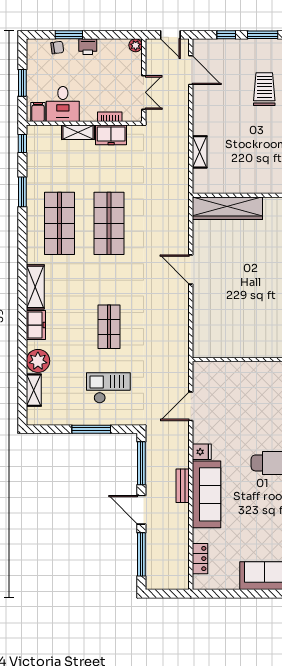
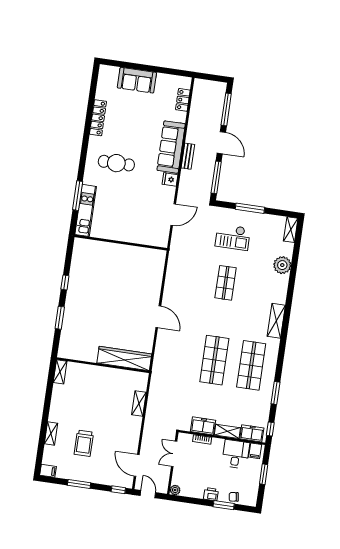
window: (226, 35) -> (118, 490), moved
freezer: (36, 325) -> (252, 433), moved, turned 90
shelving: (34, 390) -> (291, 230), moved

